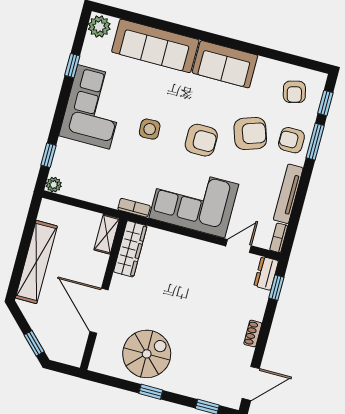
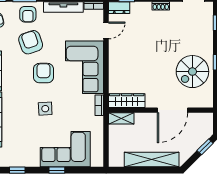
corner sofa: (94, 107) -> (65, 149), moved
window: (48, 155) -> (57, 170), moved
plant: (54, 185) -> (98, 162), removed
door: (238, 246) -> (106, 30), swing flipped
spiral stairs: (147, 354) -> (192, 72), turned -90

